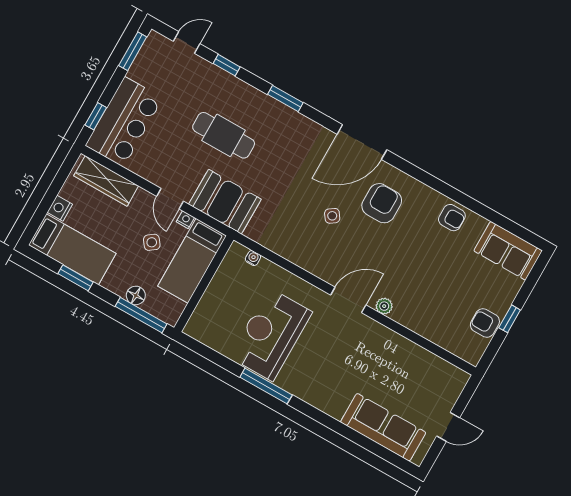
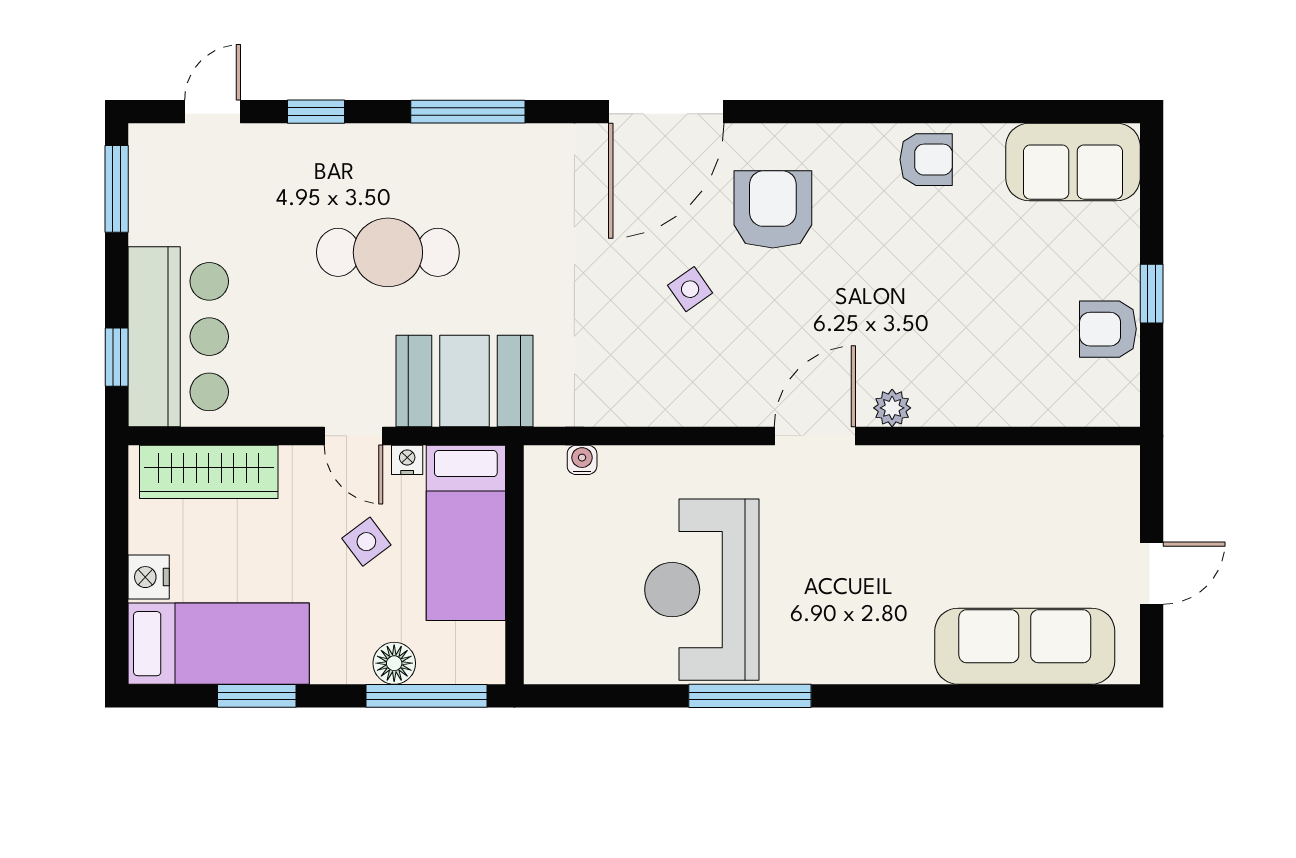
window: (285, 98) -> (468, 112), width x1.44

